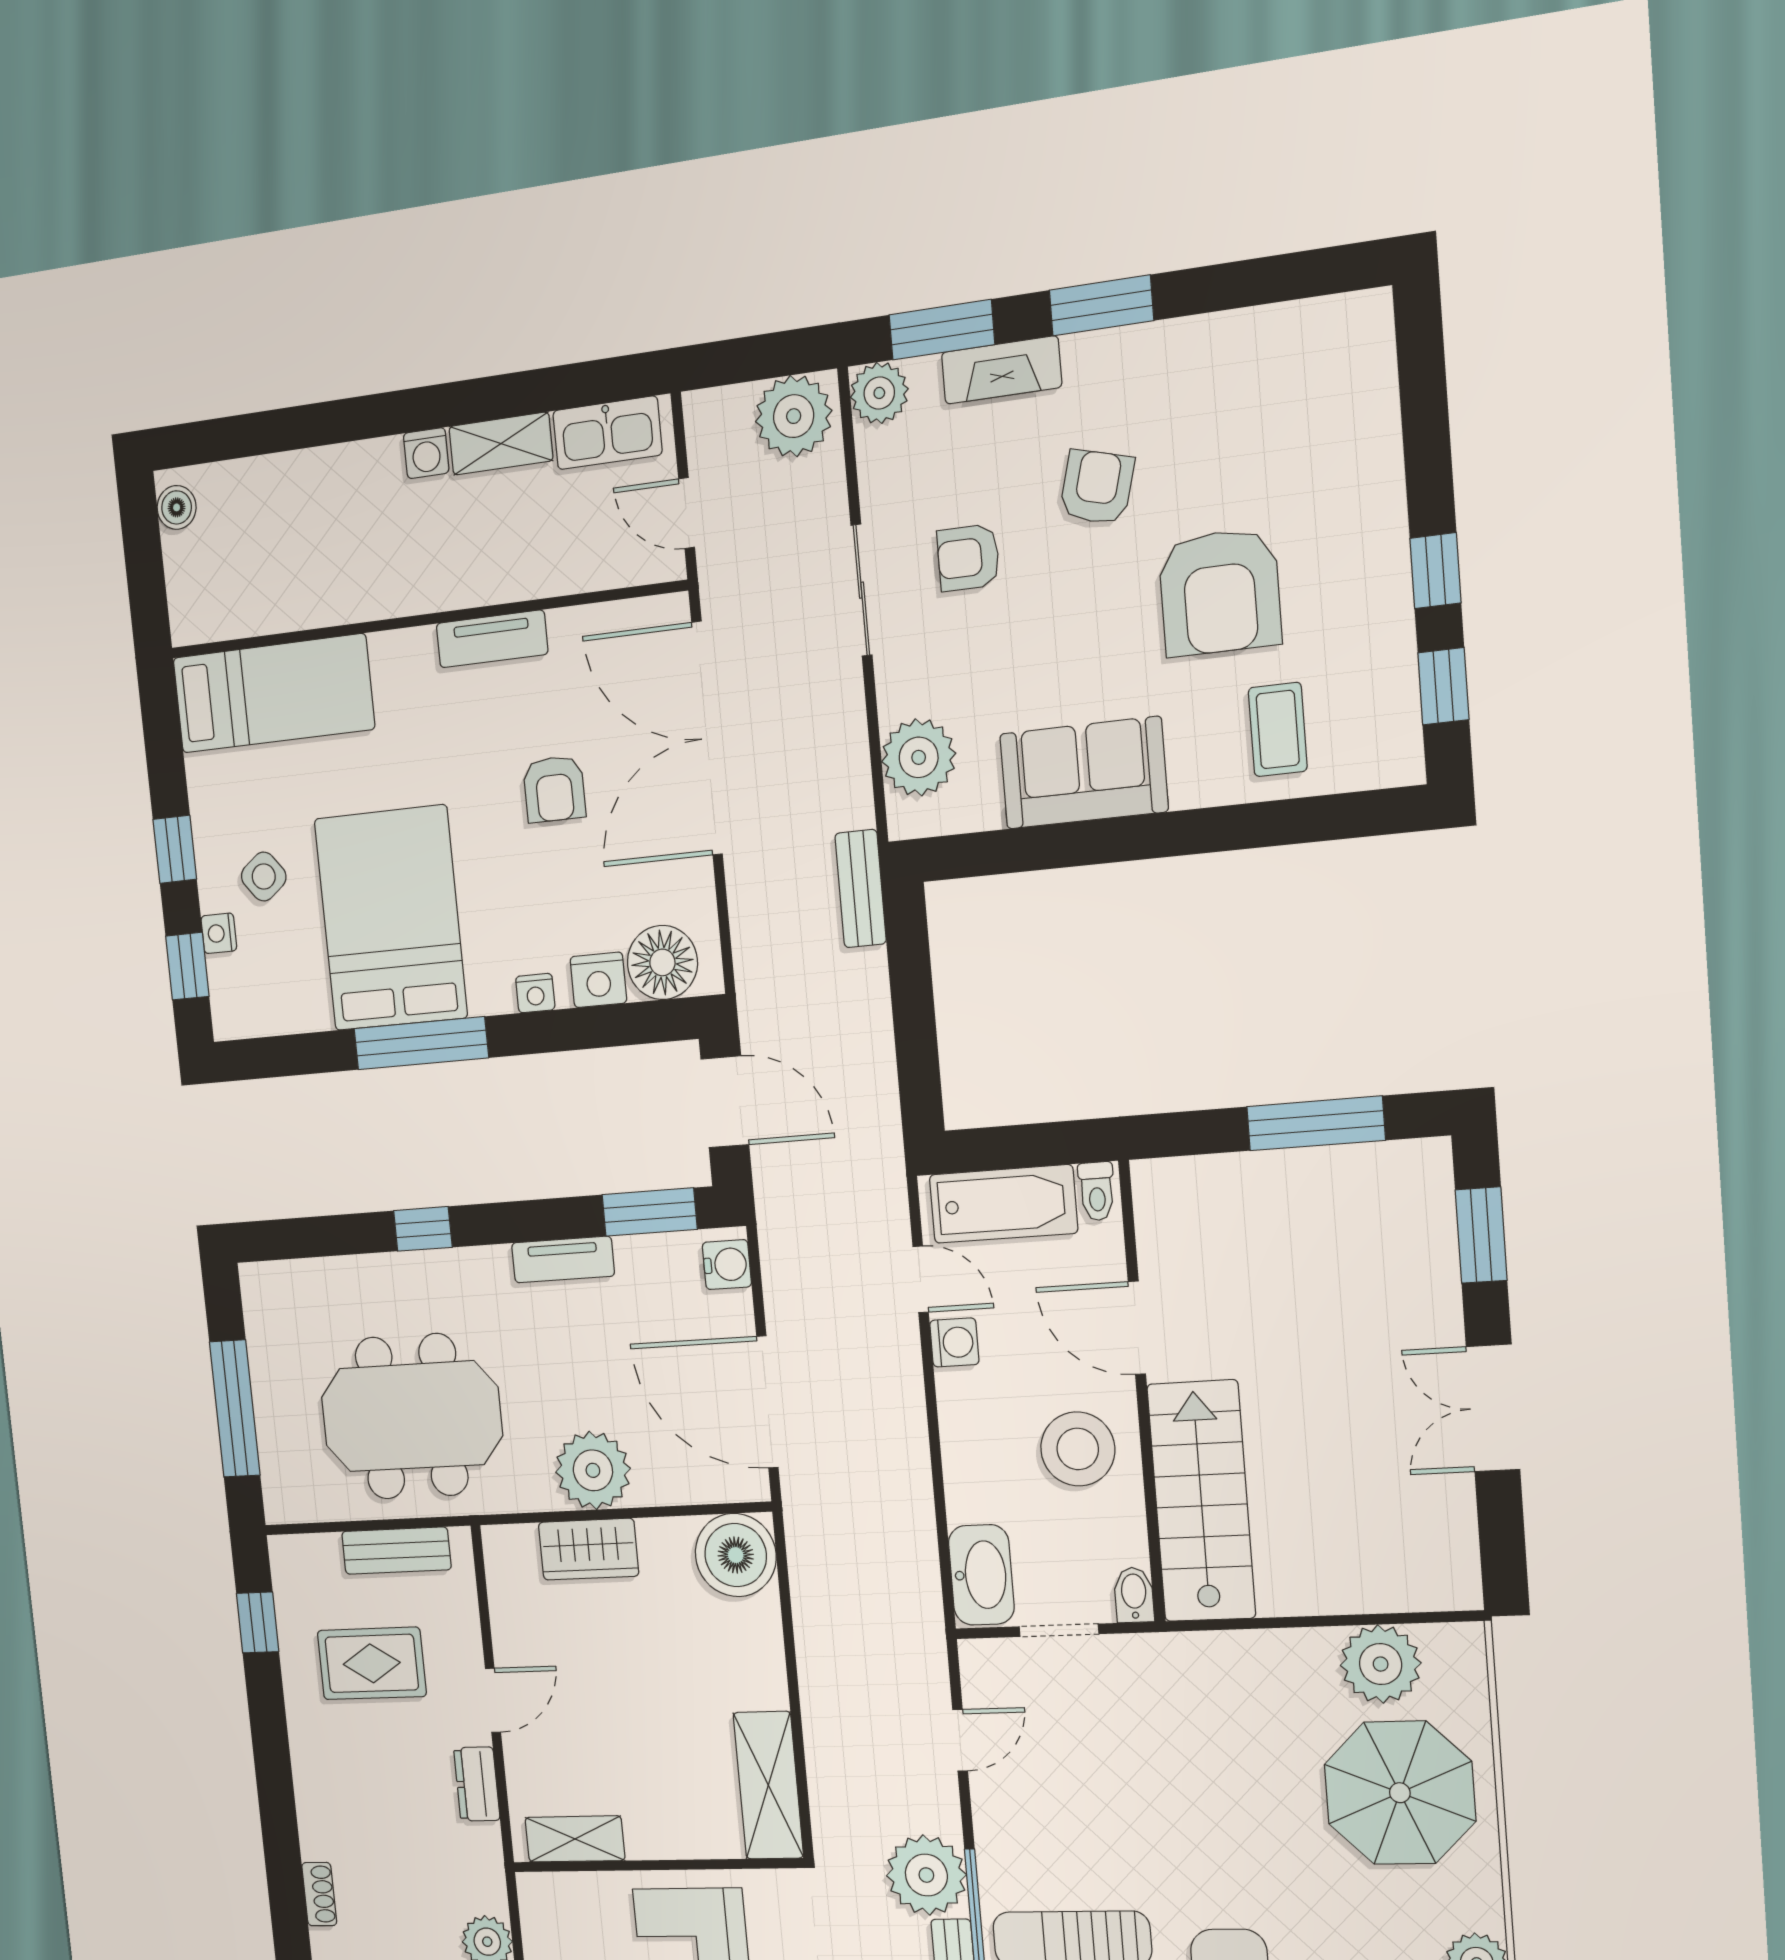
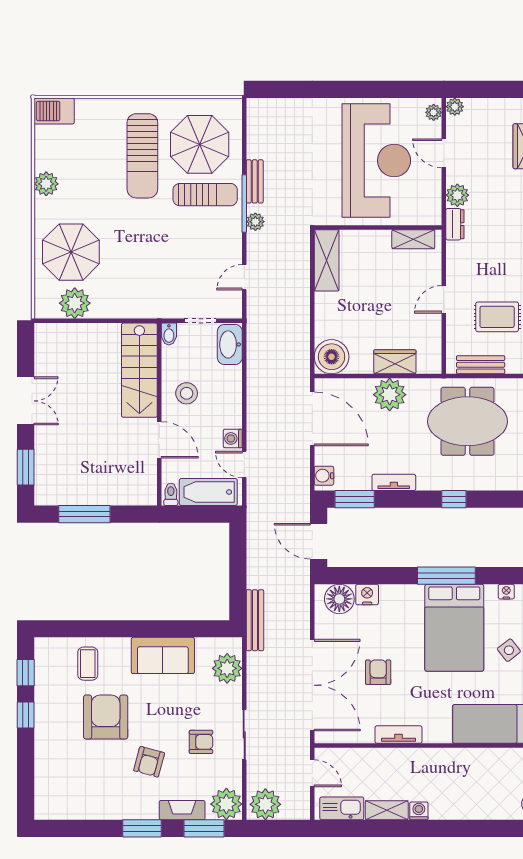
plant: (879, 393) -> (226, 804), width x1.36, depth x1.36
bench: (861, 889) -> (255, 620), width x1.36
nightstand: (535, 993) -> (506, 592), moved
stool: (1078, 1449) -> (187, 393), width x0.73, depth x0.73
dresser: (477, 1784) -> (455, 224), moved
plant: (926, 1875) -> (255, 222), width x0.53, depth x0.53

